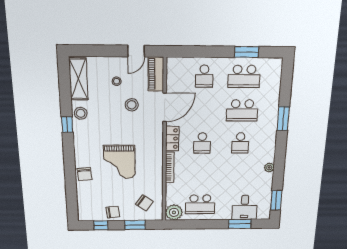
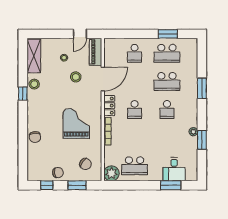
grand piano: (119, 162) -> (76, 123), moved, turned 180
window: (276, 200) -> (202, 140), moved

